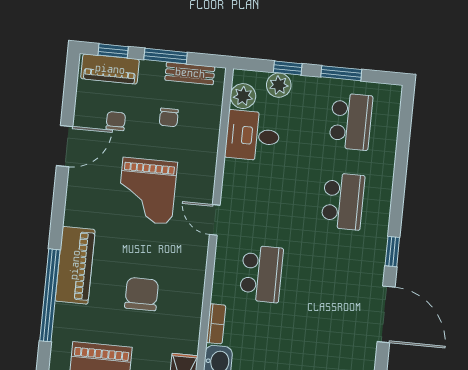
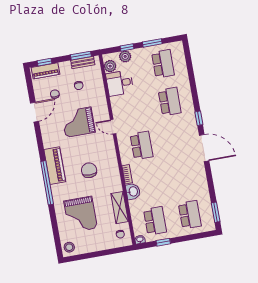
window: (166, 56) -> (81, 56), moved
grand piano: (147, 191) -> (78, 122), turned 90

